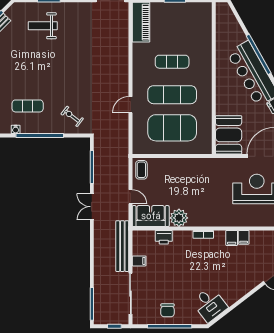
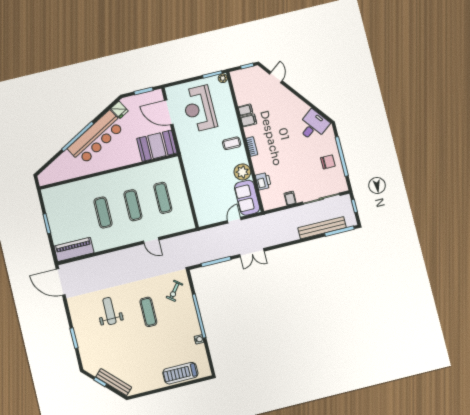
weight bench: (43, 26) -> (109, 311), moved, turned 180
exercise mat: (172, 95) -> (133, 205), width x0.73, depth x0.69
exercise mat: (28, 106) -> (148, 312), moved
exercise mat: (172, 128) -> (163, 198), width x0.50, depth x0.69
coffee table: (141, 170) -> (232, 143), moved
bench: (122, 246) -> (322, 228), moved

